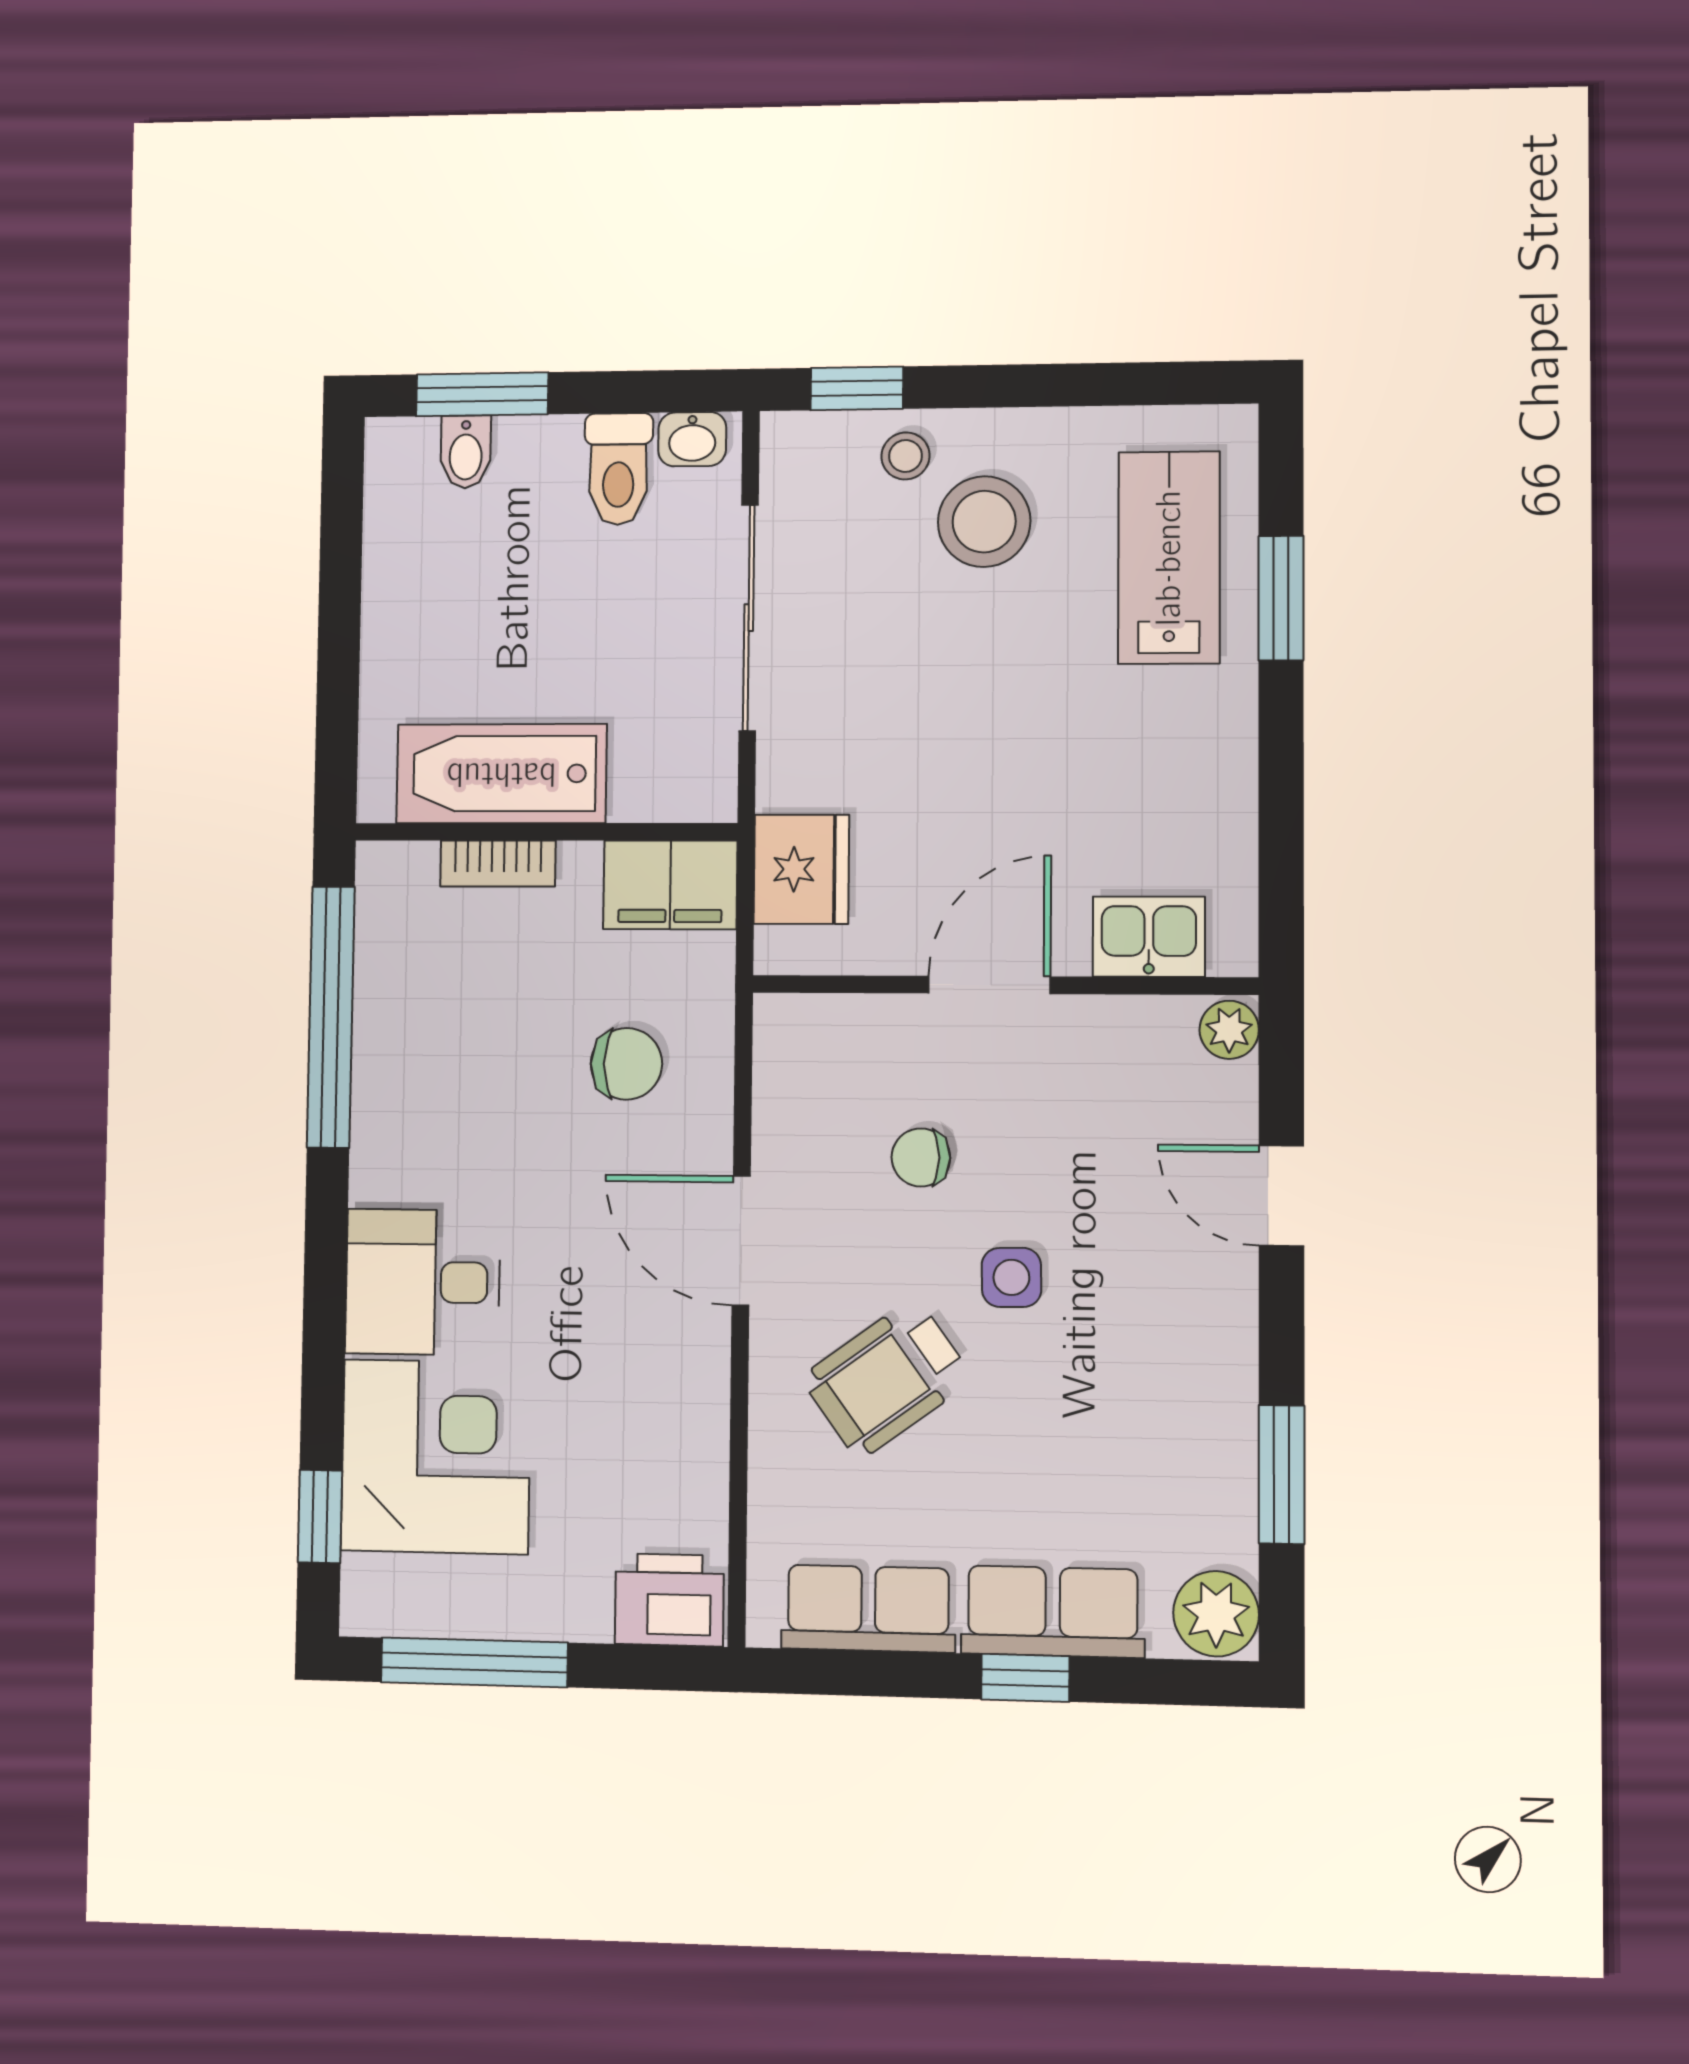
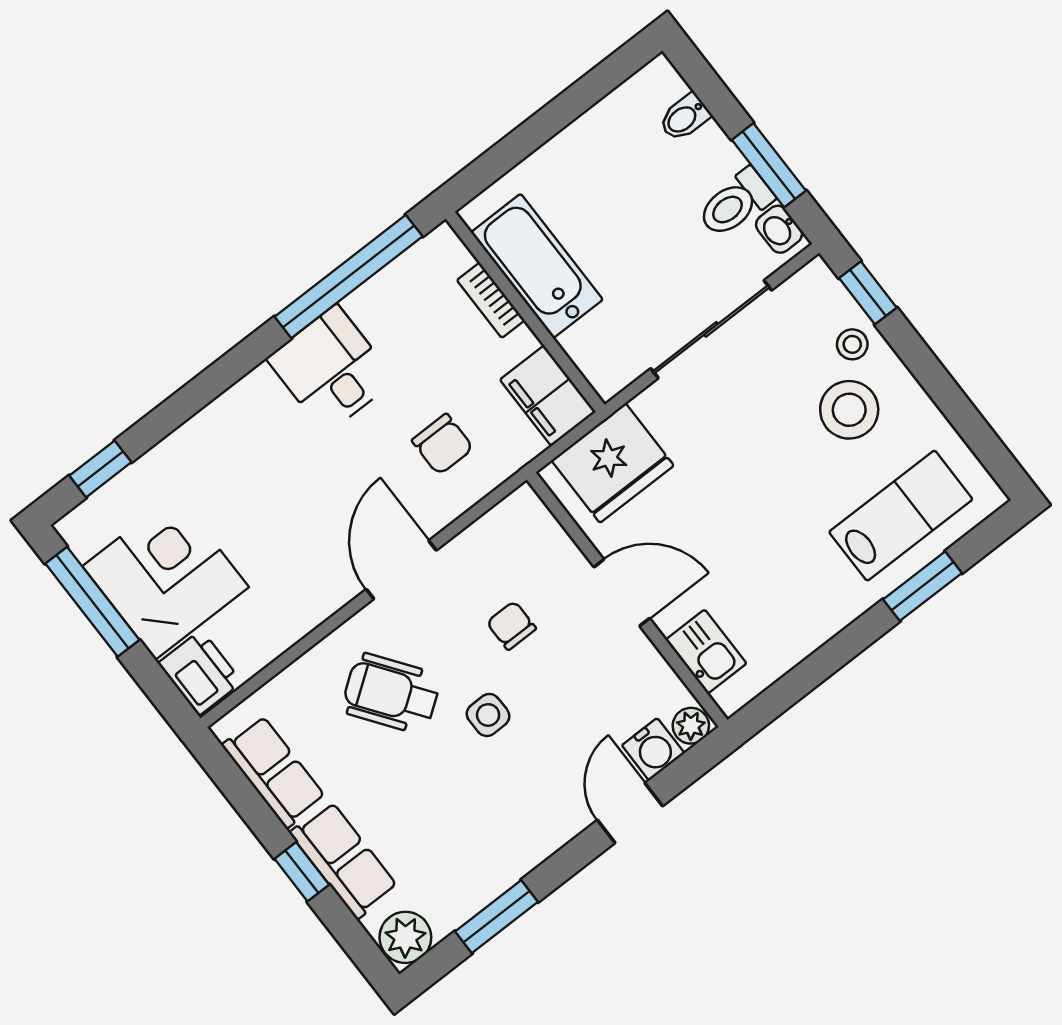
window: (482, 394) -> (769, 165), moved
fridge: (801, 869) -> (613, 463), width x1.36, depth x1.34
water cooler: (1222, 1102) -> (653, 749), added
desk: (423, 1282) -> (331, 369), moved
corner desk: (436, 1457) -> (166, 577), moved, turned -90

